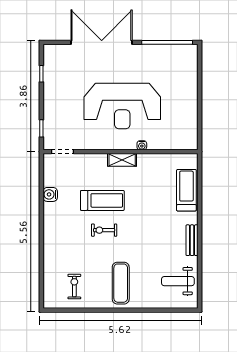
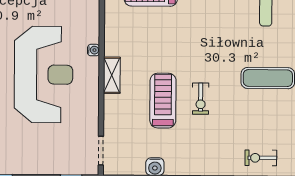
exercise bike: (74, 287) -> (261, 158), moved

